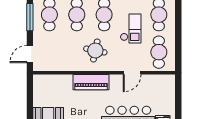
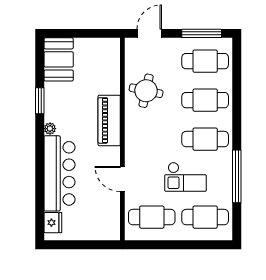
round table: (95, 51) -> (146, 91), moved
door: (30, 54) -> (149, 33), hinge flipped

